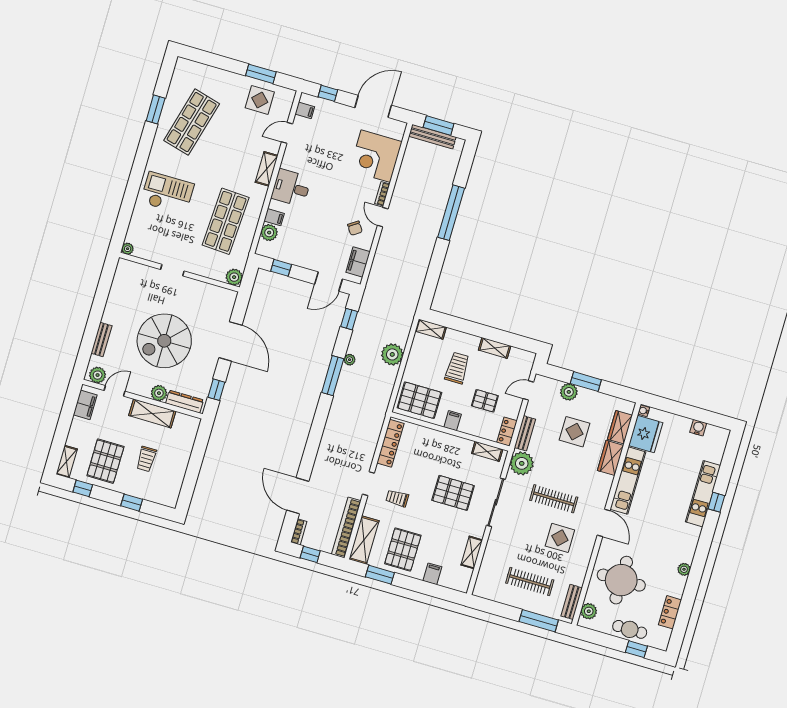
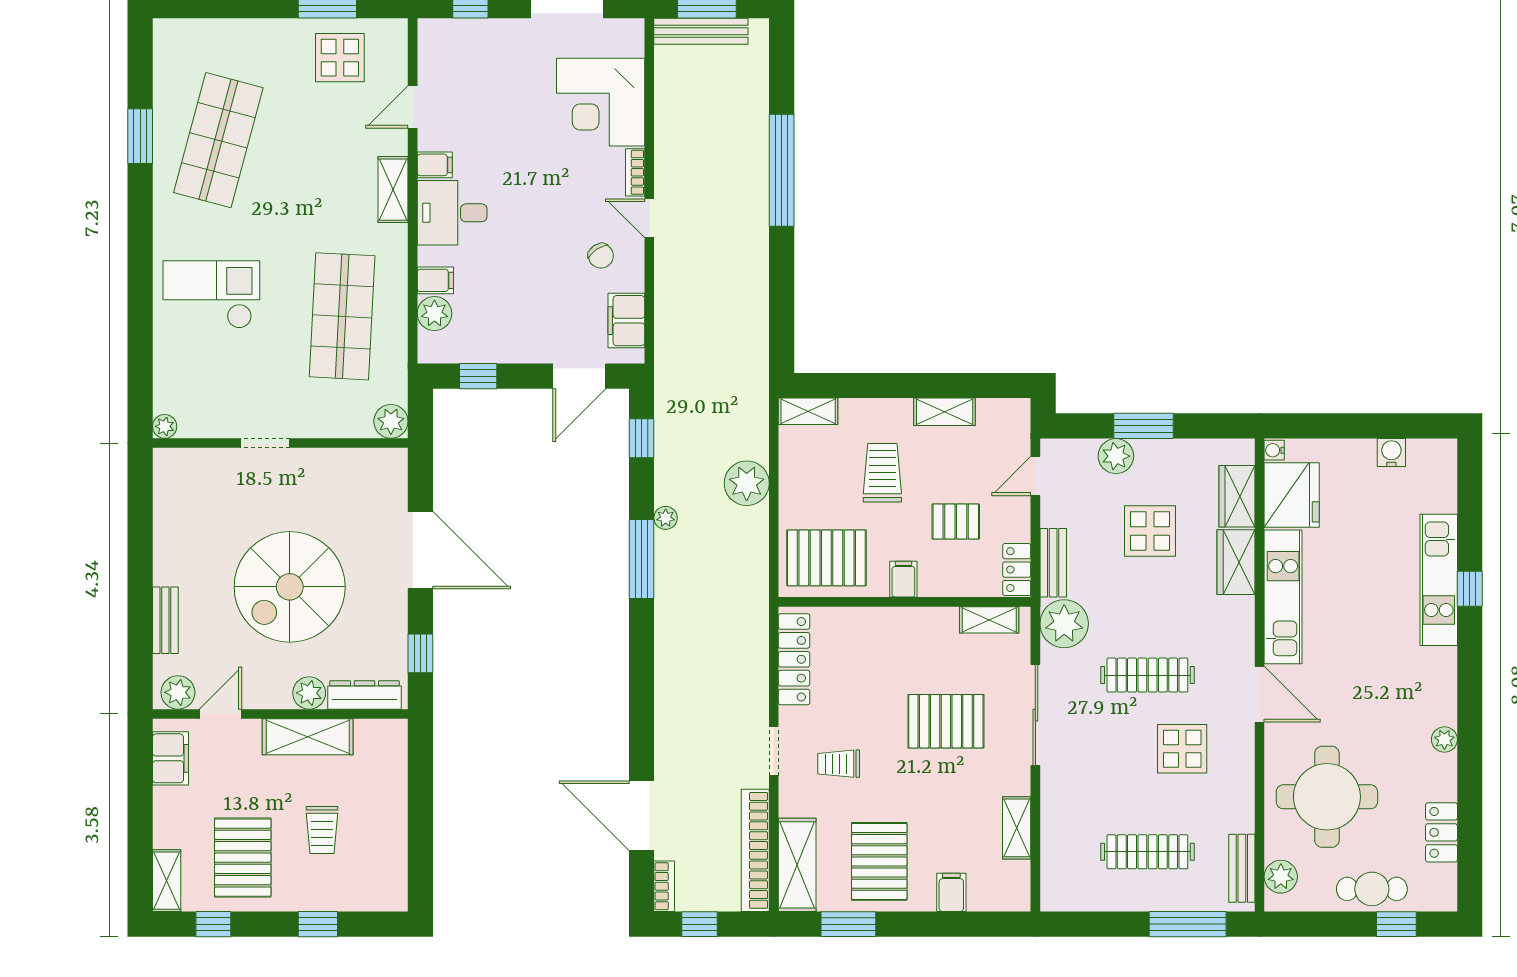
filing cabinet: (305, 110) -> (435, 165), moved

